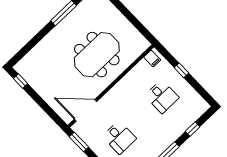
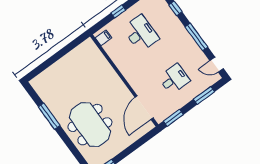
meeting table: (97, 55) -> (90, 125), moved
desk: (162, 97) -> (141, 33), width x1.37

